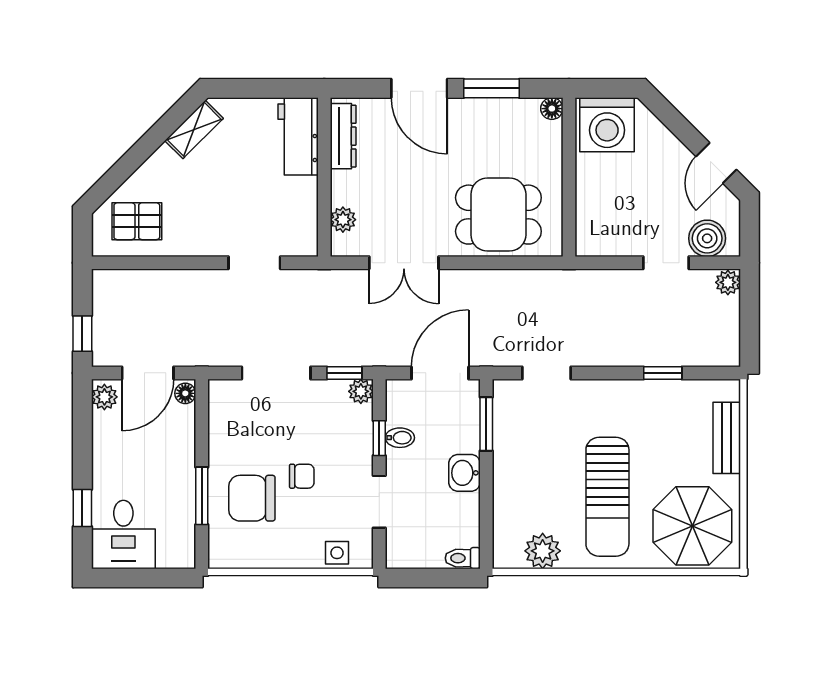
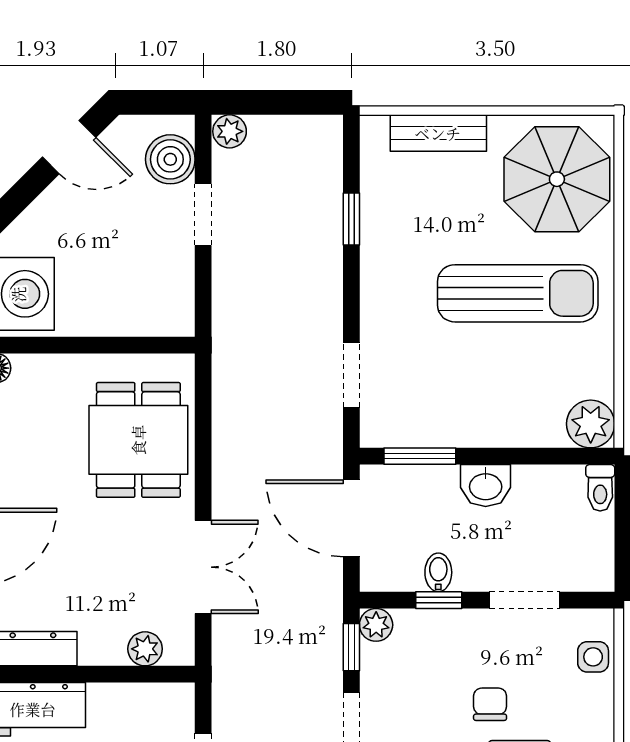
plant: (543, 551) -> (591, 424), moved

